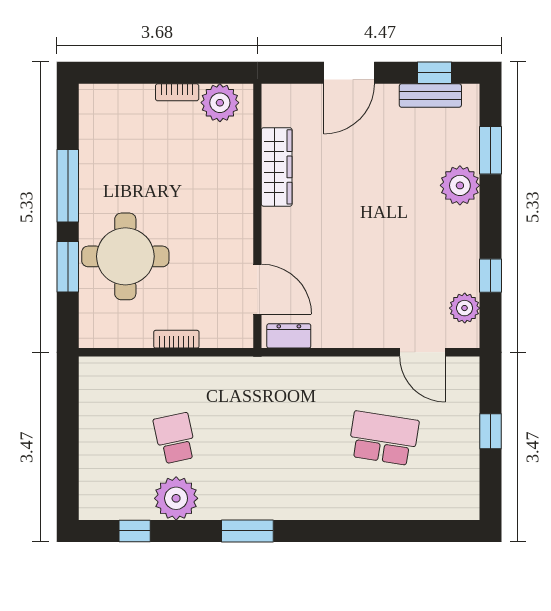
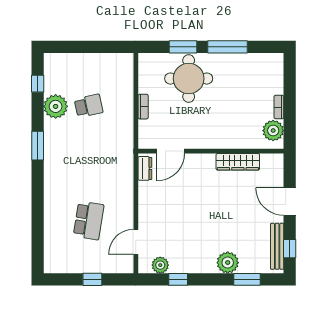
bench: (430, 96) -> (277, 246), width x1.36

